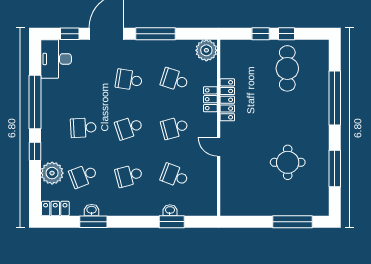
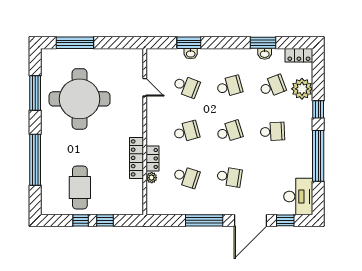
plant: (206, 50) -> (152, 178), moved, width x0.53, depth x0.53
door: (219, 147) -> (145, 87), moved
round table: (288, 162) -> (80, 99), width x1.86, depth x1.86

